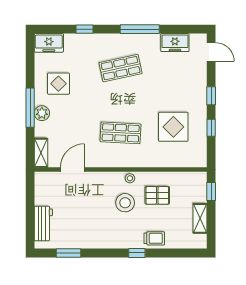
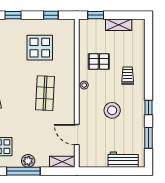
window: (211, 128) -> (51, 15), moved
pallet: (157, 195) -> (99, 61), turned 90
stool: (125, 203) -> (112, 110), moved
trolley: (154, 238) -> (128, 76), moved
window: (137, 253) -> (149, 108), moved

